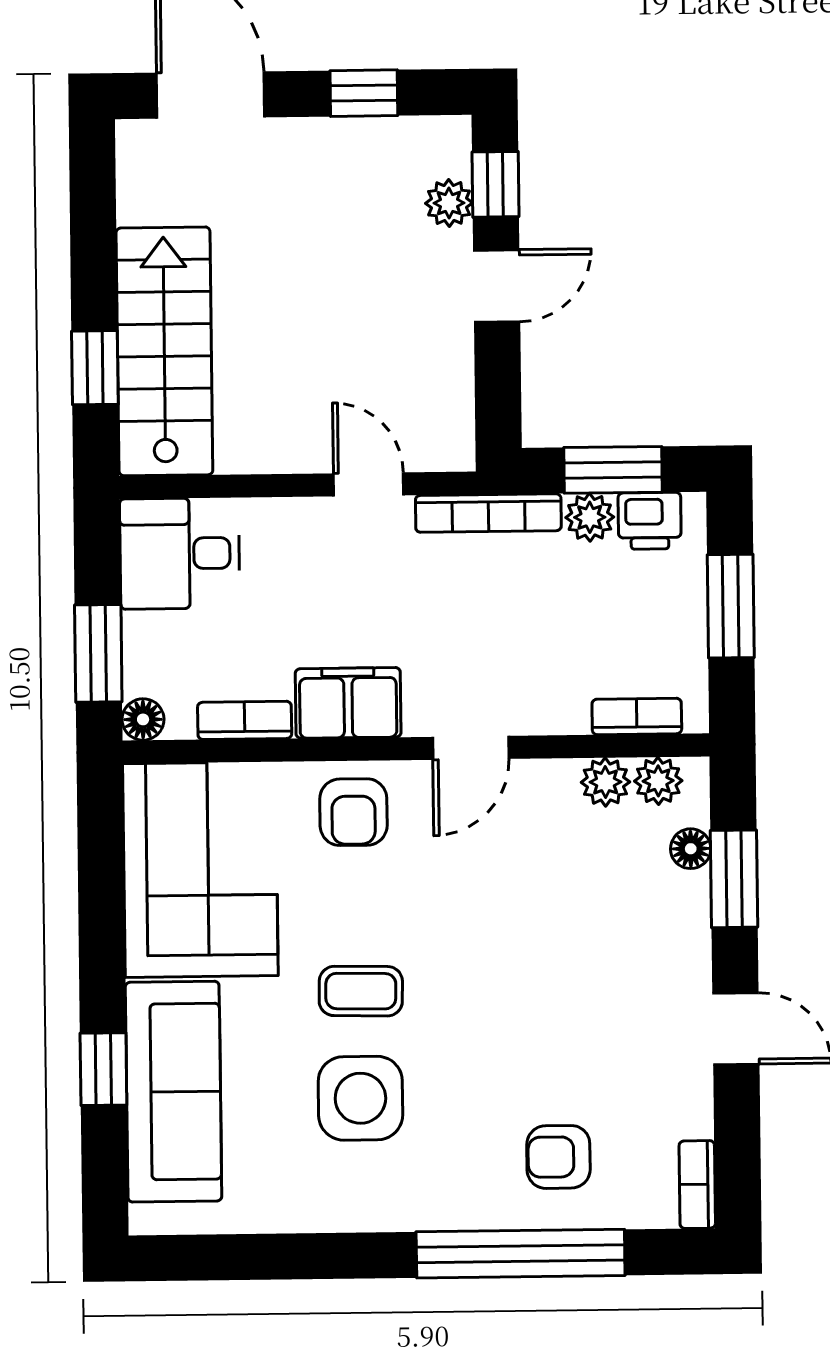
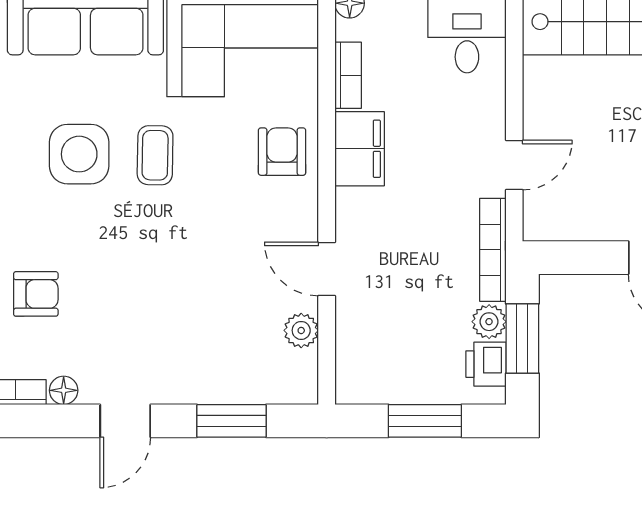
bookcase: (637, 716) -> (347, 353), removed
door: (471, 748) -> (327, 269), moved
plant: (658, 781) -> (302, 368), removed
armchair: (353, 812) -> (282, 152), turned 90
floor lamp: (691, 849) -> (64, 390), moved
armchair: (558, 1157) -> (36, 294), turned 90

